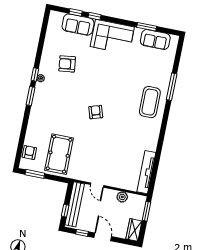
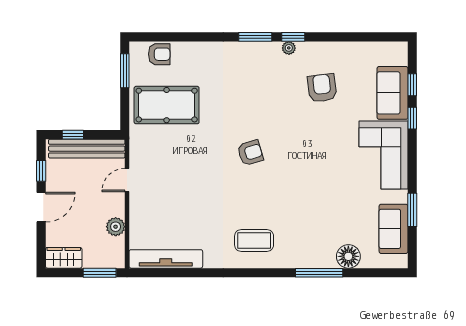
floor lamp: (166, 68) -> (348, 256), added
coffee table: (150, 102) -> (254, 240), moved, width x0.73, depth x0.76

